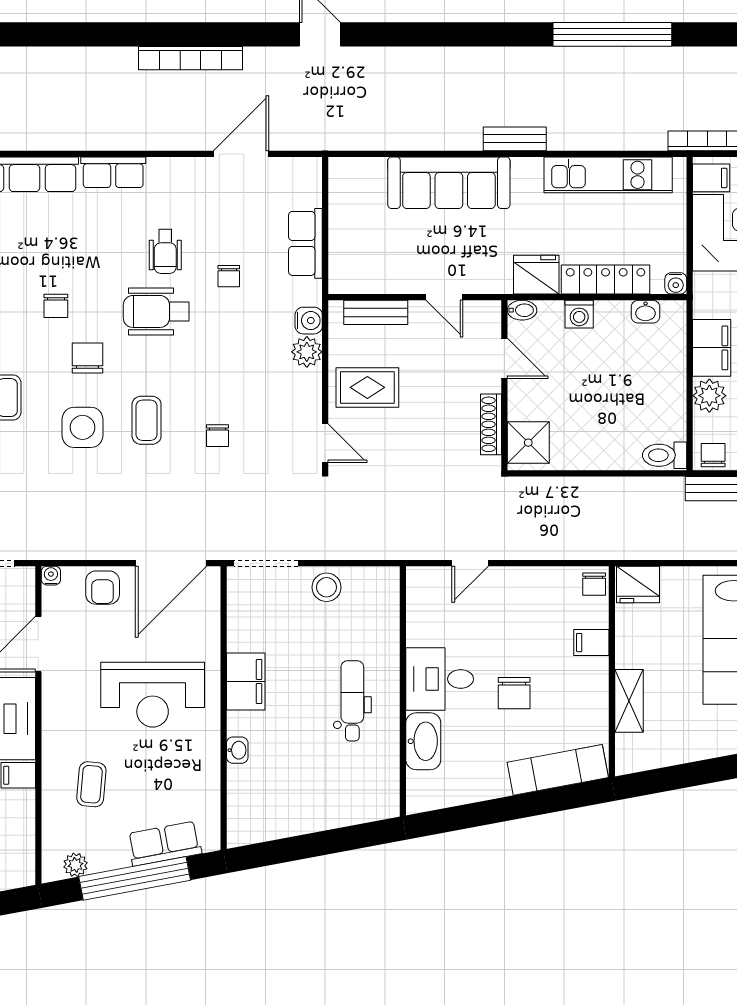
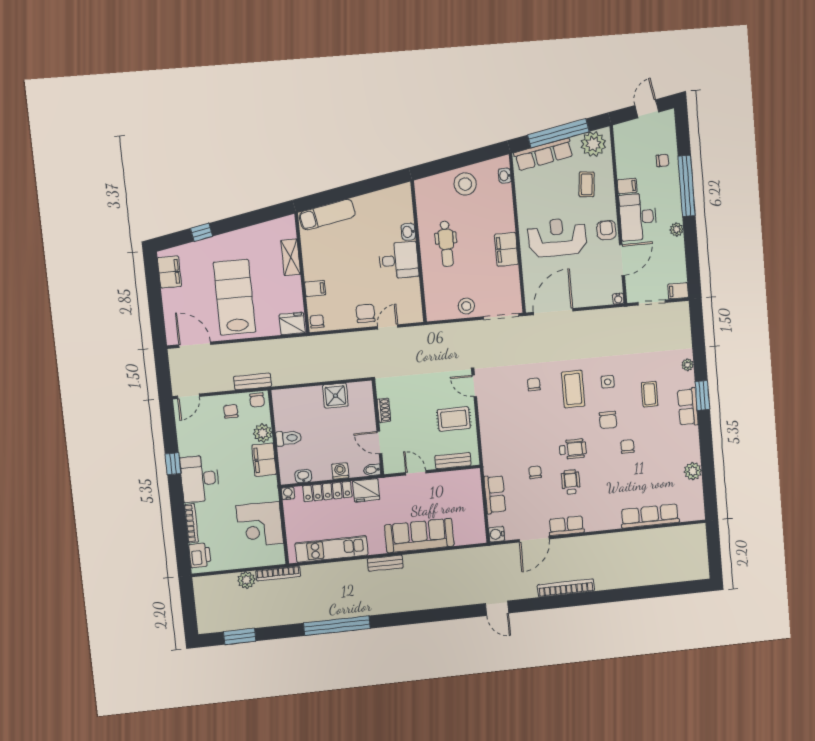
row of seats: (113, 172) -> (566, 526), moved
filing cabinet: (711, 178) -> (274, 553), removed
wheelchair: (156, 311) -> (573, 449), width x0.73, depth x0.73
water cooler: (309, 321) -> (497, 534), moved
plant: (307, 352) -> (489, 435), removed
coffee table: (147, 420) -> (573, 389), width x1.36, depth x1.30
shoe rack: (491, 424) -> (384, 410), width x0.70
side table: (82, 427) -> (608, 382), width x0.54, depth x0.54
shower: (528, 443) -> (335, 396), moved
toilet: (665, 455) -> (289, 438), moved
armchair: (103, 588) -> (606, 230), moved
chair: (514, 693) -> (365, 313), moved
washbasin: (423, 741) -> (408, 232), width x0.52, depth x0.69
washbasin: (237, 750) -> (505, 176), moved
stool: (309, 803) -> (465, 184), added
row of seats: (164, 844) -> (544, 154), width x1.48
plant: (75, 865) -> (593, 144), width x1.88, depth x1.88

